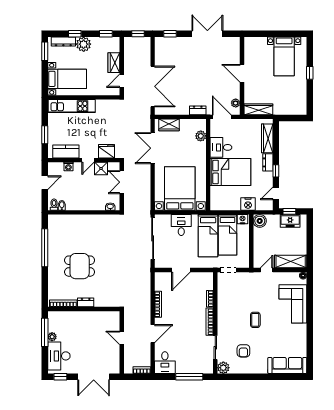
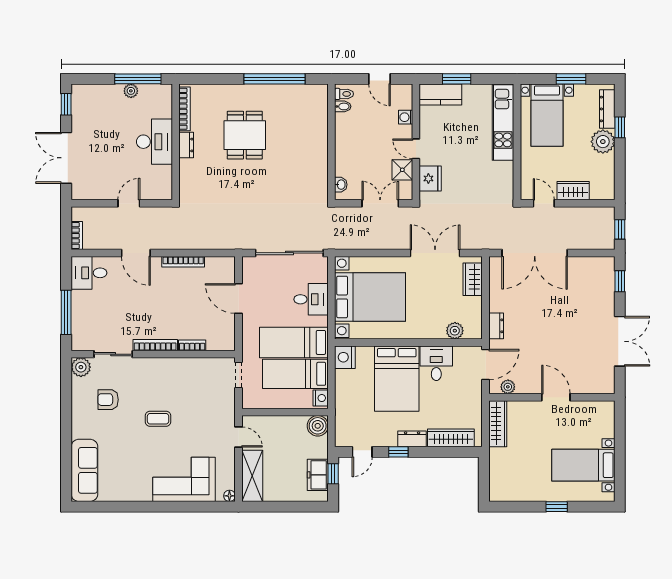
window: (106, 34) -> (620, 178), removed
window: (45, 51) -> (571, 79), moved
door: (242, 73) -> (556, 397), hinge flipped
kitchen counter: (66, 151) -> (440, 94), moved, turned 90
door: (276, 193) -> (362, 452), swing flipped
nightstand: (248, 204) -> (345, 357), moved
desk: (59, 356) -> (154, 142), moved, turned 90

